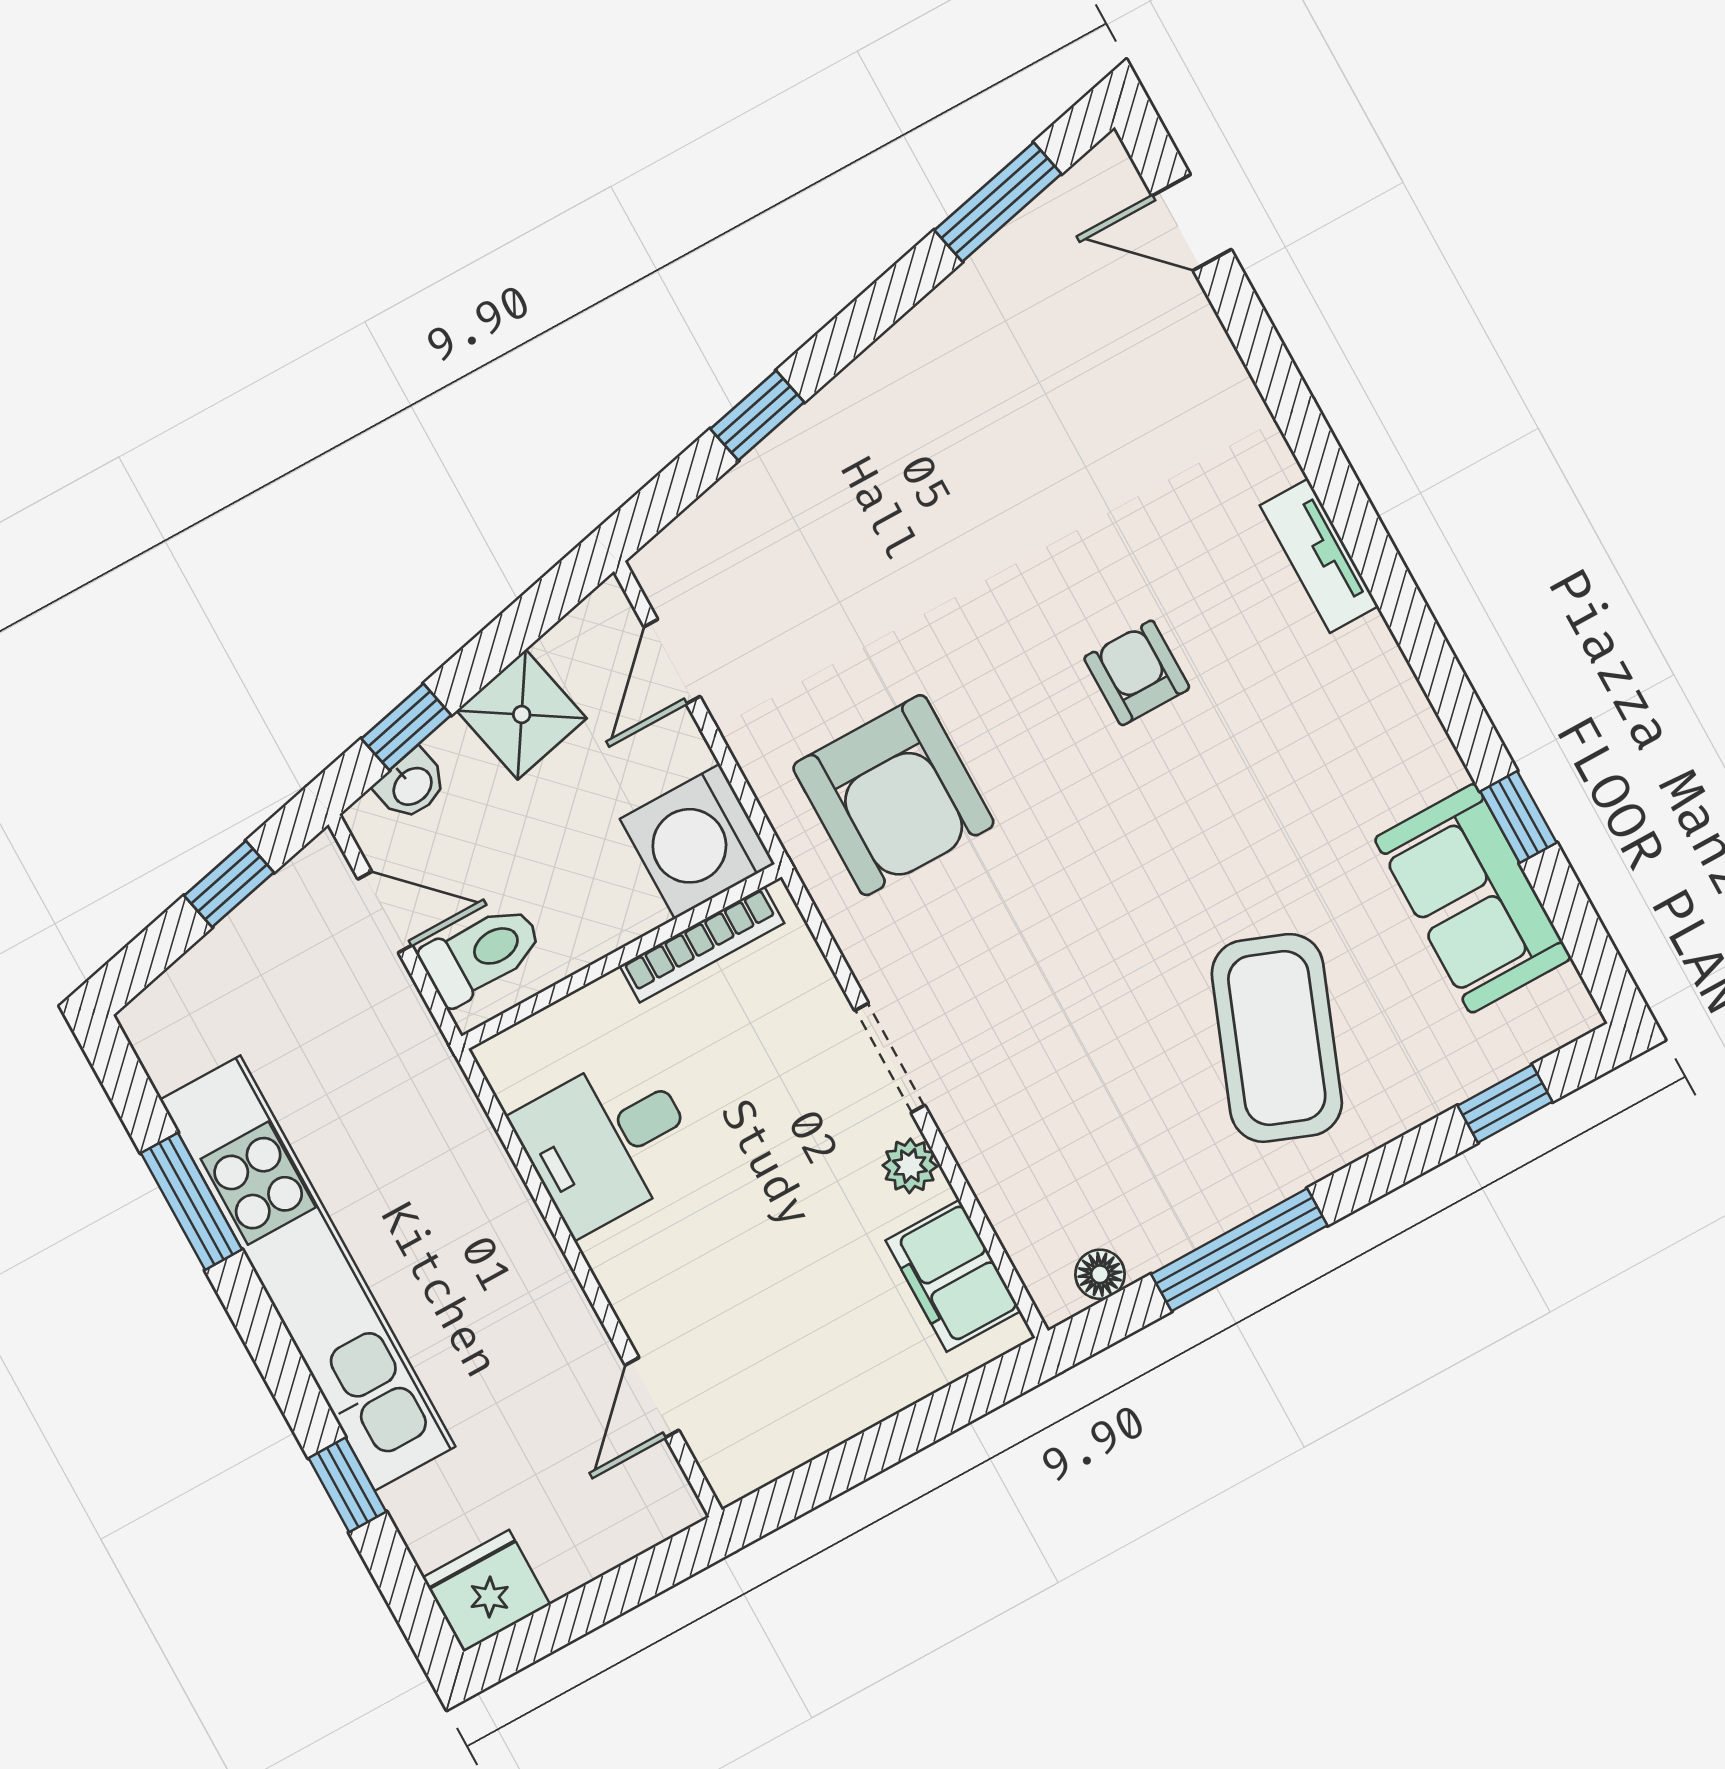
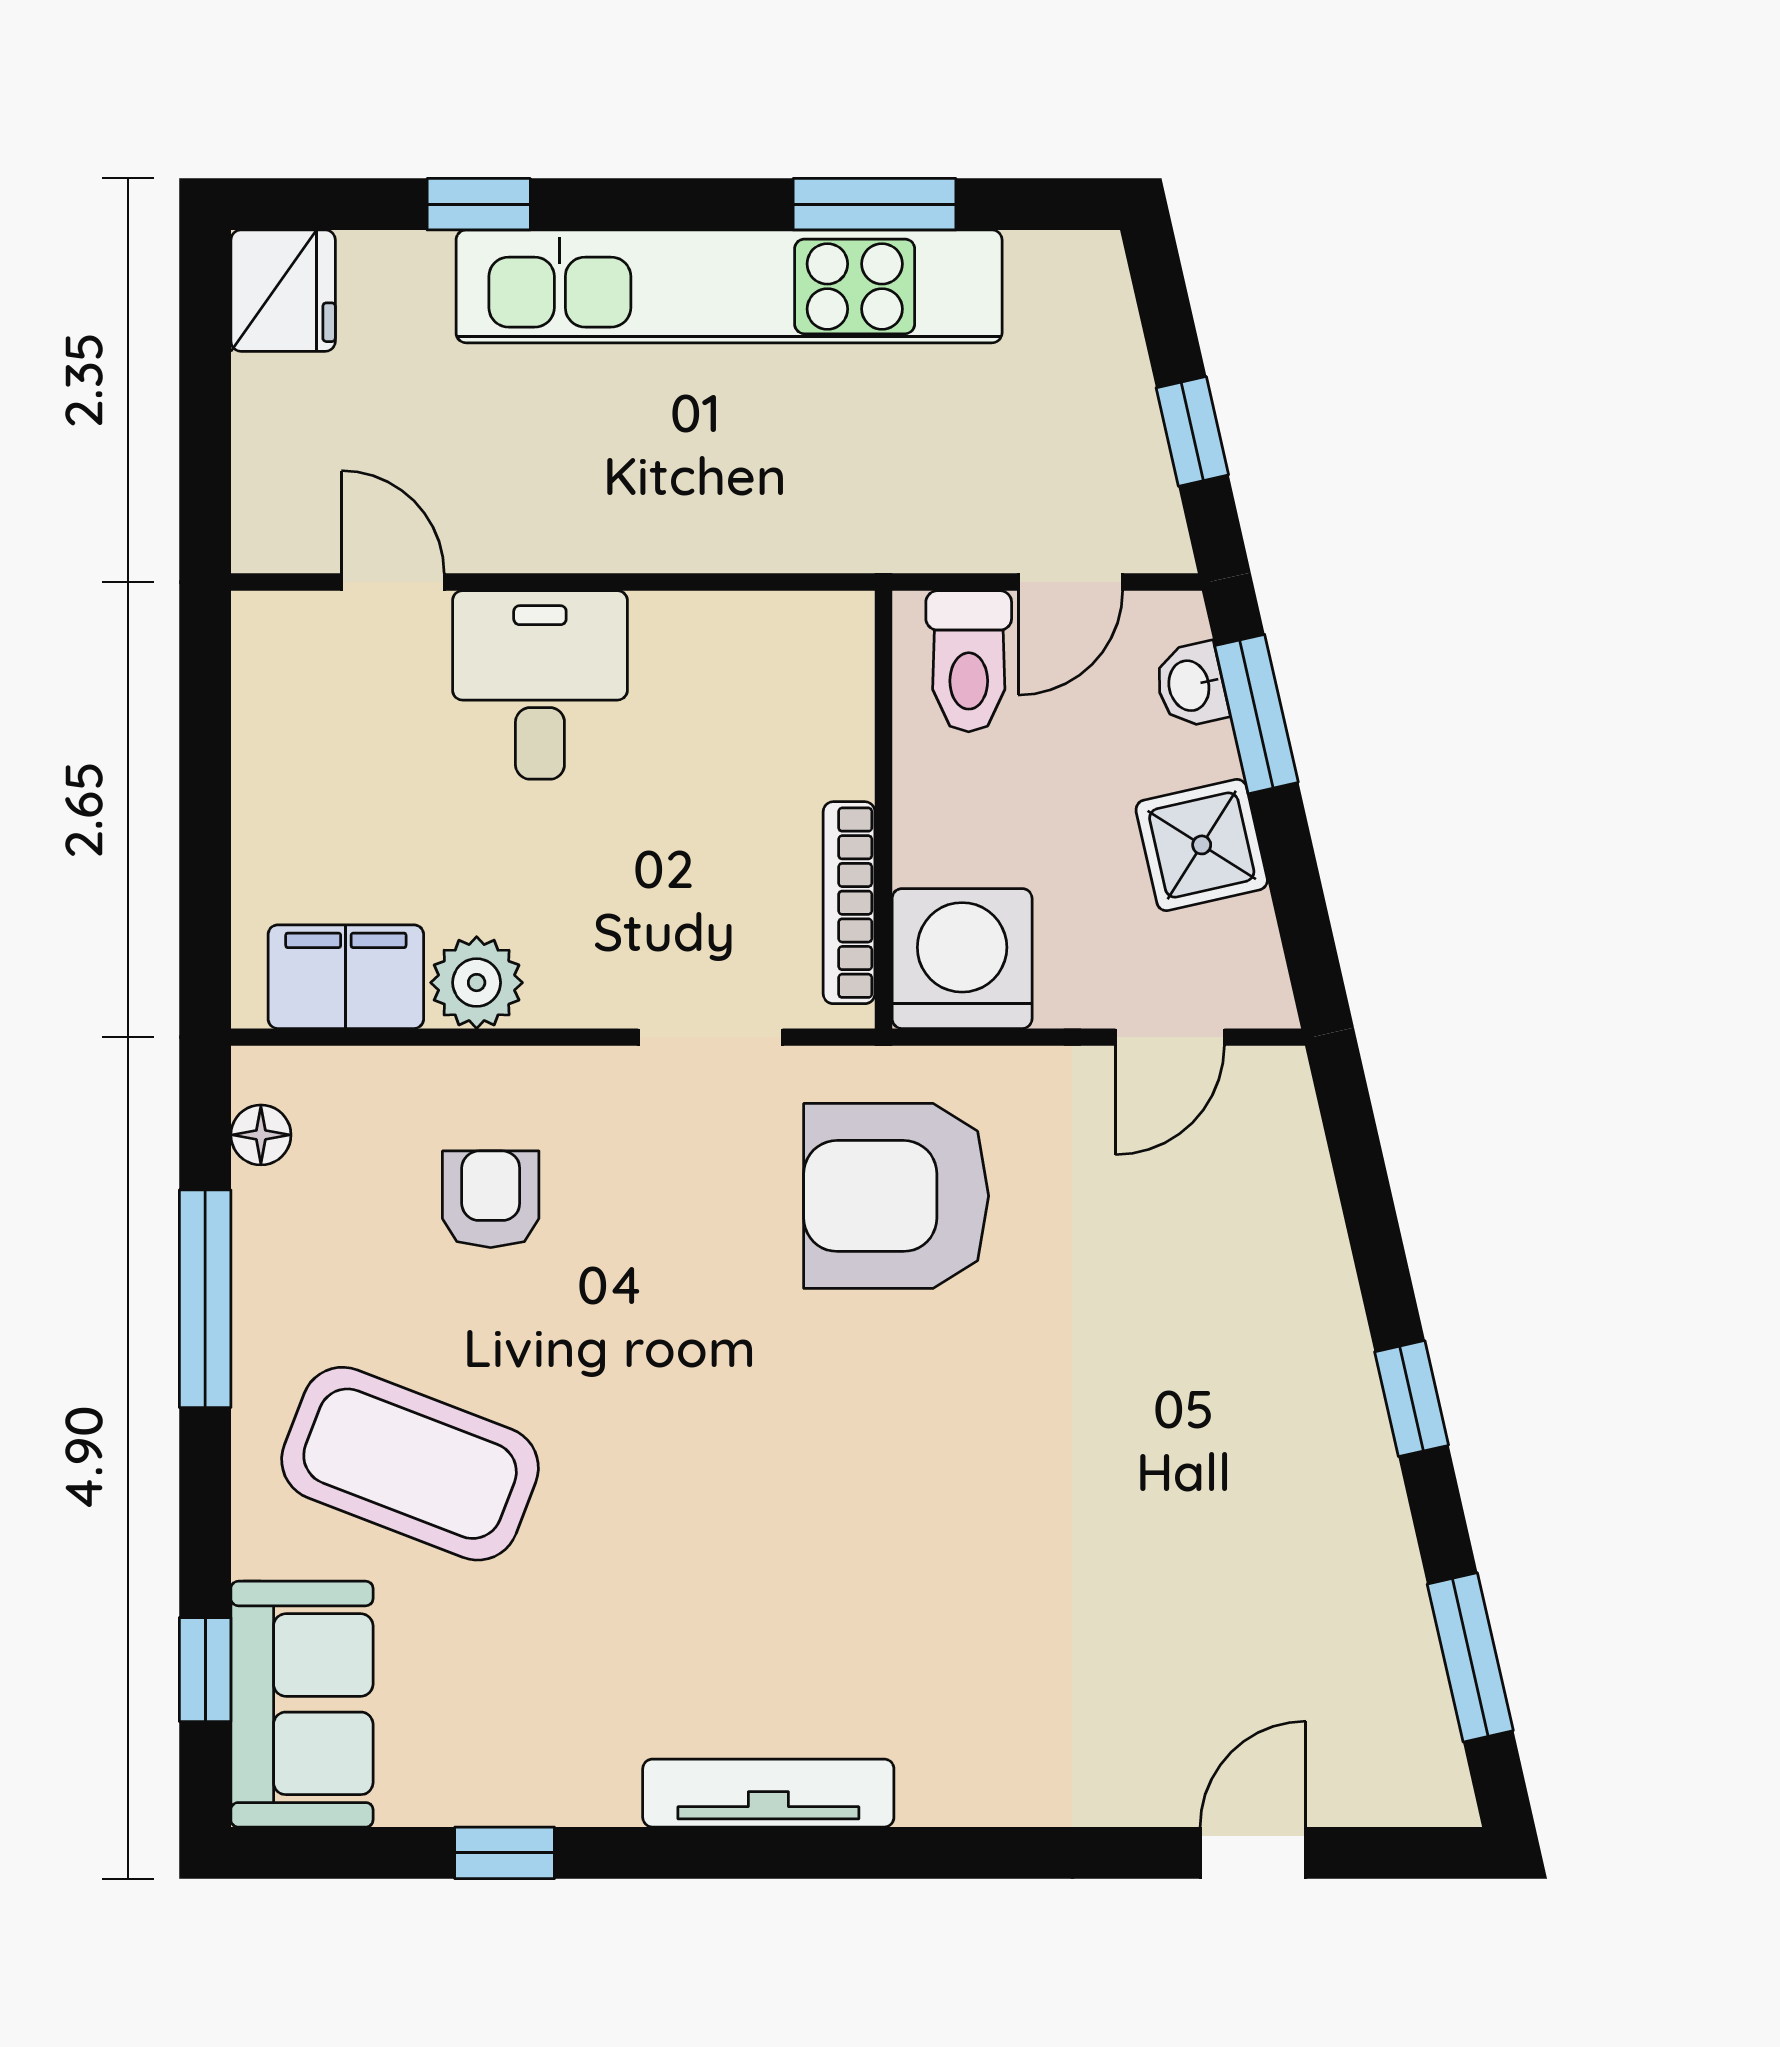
door: (1192, 223) -> (1253, 1853), moved
window: (757, 416) -> (1412, 1399), moved
tv unit: (1319, 556) -> (768, 1793), moved, width x1.41
door: (672, 662) -> (1170, 1037), swing flipped
armchair: (1137, 673) -> (491, 1199), moved, turned -90
window: (406, 727) -> (1256, 714), width x1.50
sofa: (1473, 898) -> (302, 1704), moved, turned 90
doorway: (890, 1058) -> (710, 1037), moved
desk: (607, 1142) -> (540, 685), moved
plant: (910, 1166) -> (477, 983), width x1.38, depth x1.38

